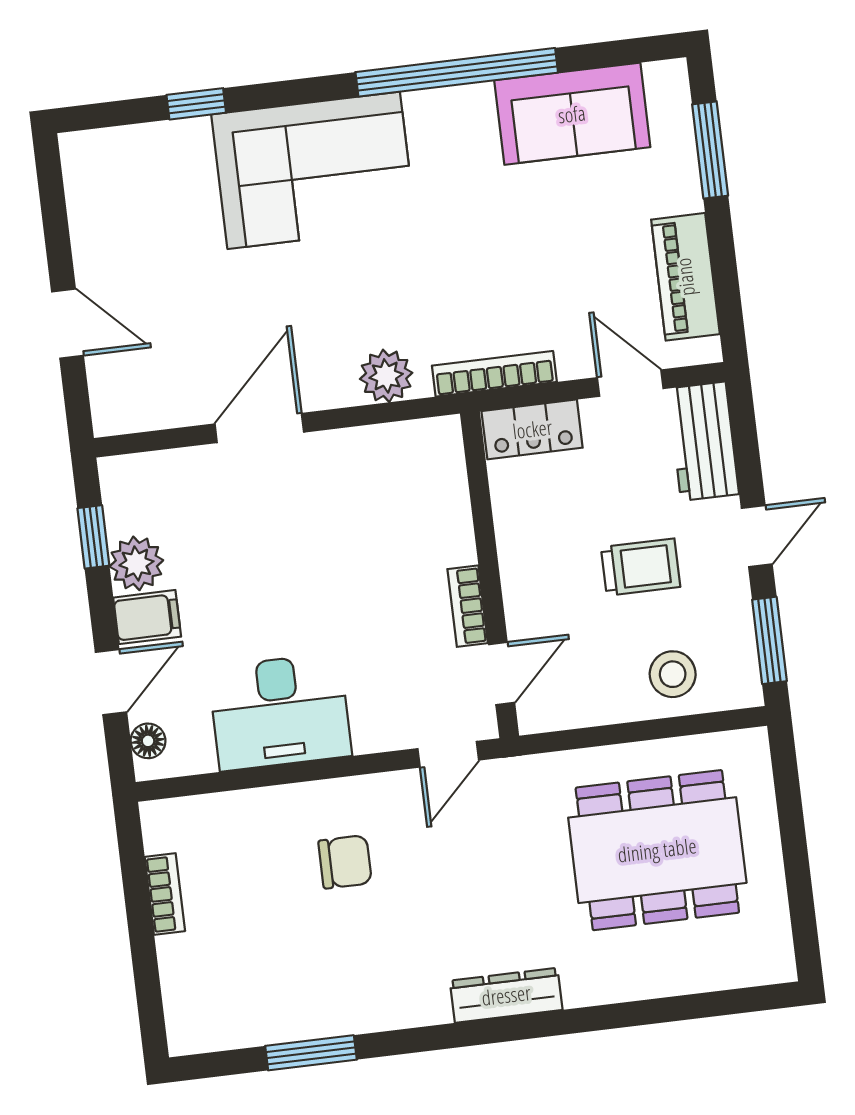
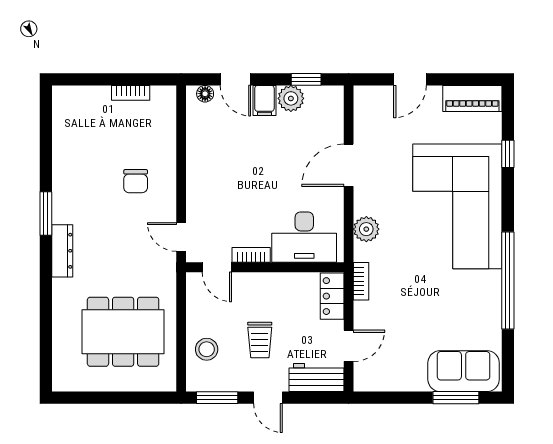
sofa: (572, 114) -> (464, 371), moved, turned 90
corner sofa: (314, 170) -> (457, 206), width x1.36, depth x1.36
piano: (685, 277) -> (472, 99), moved, turned 180
bookcase: (494, 374) -> (361, 281), width x0.64
door: (259, 428) -> (349, 165), swing flipped
desk: (280, 712) -> (304, 237), moved, turned -90
dining table: (657, 850) -> (123, 332), turned 90
window: (311, 1053) -> (46, 213), moved

